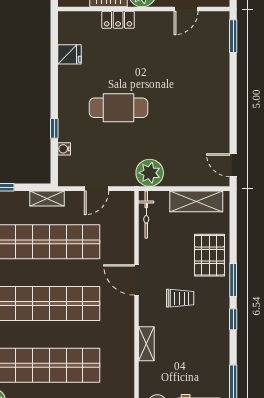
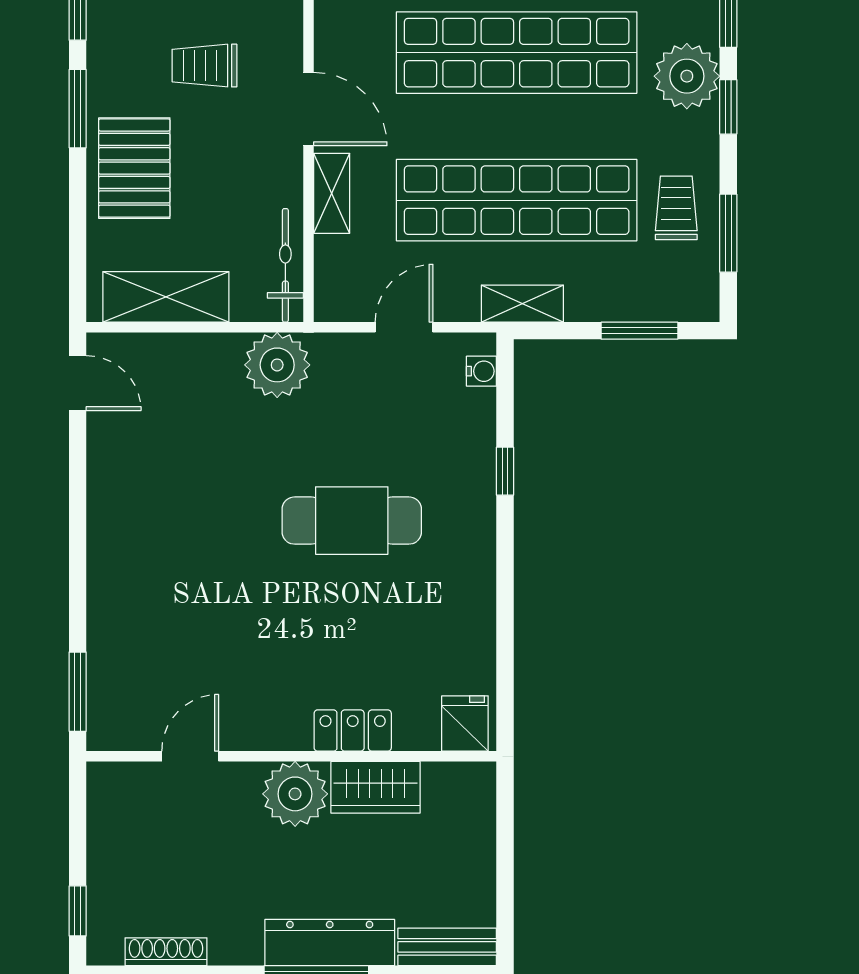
fridge: (69, 54) -> (465, 723), moved, turned 90
water cooler: (64, 149) -> (481, 371), moved
shelving: (127, 245) -> (332, 193), added

